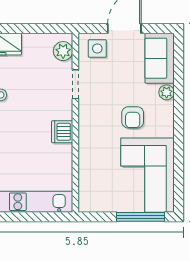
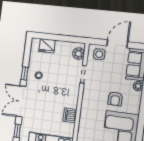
dishwasher: (62, 132) -> (70, 115), moved

